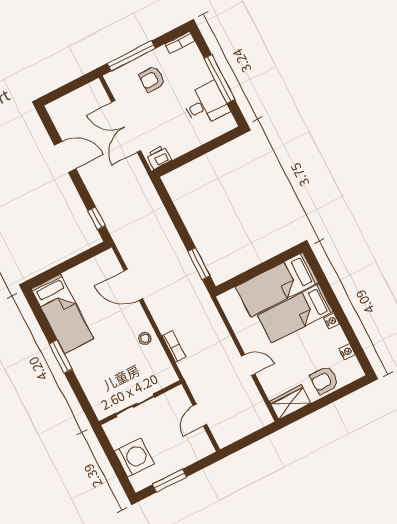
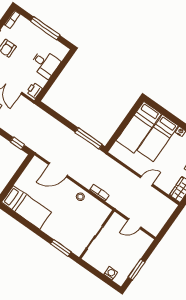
desk: (206, 104) -> (45, 64), moved, turned 90
window: (199, 264) -> (89, 138), width x1.44
window: (61, 357) -> (61, 248), moved
door: (200, 415) -> (134, 224), hinge flipped
washing machine: (134, 457) -> (111, 273), width x0.53, depth x0.53

